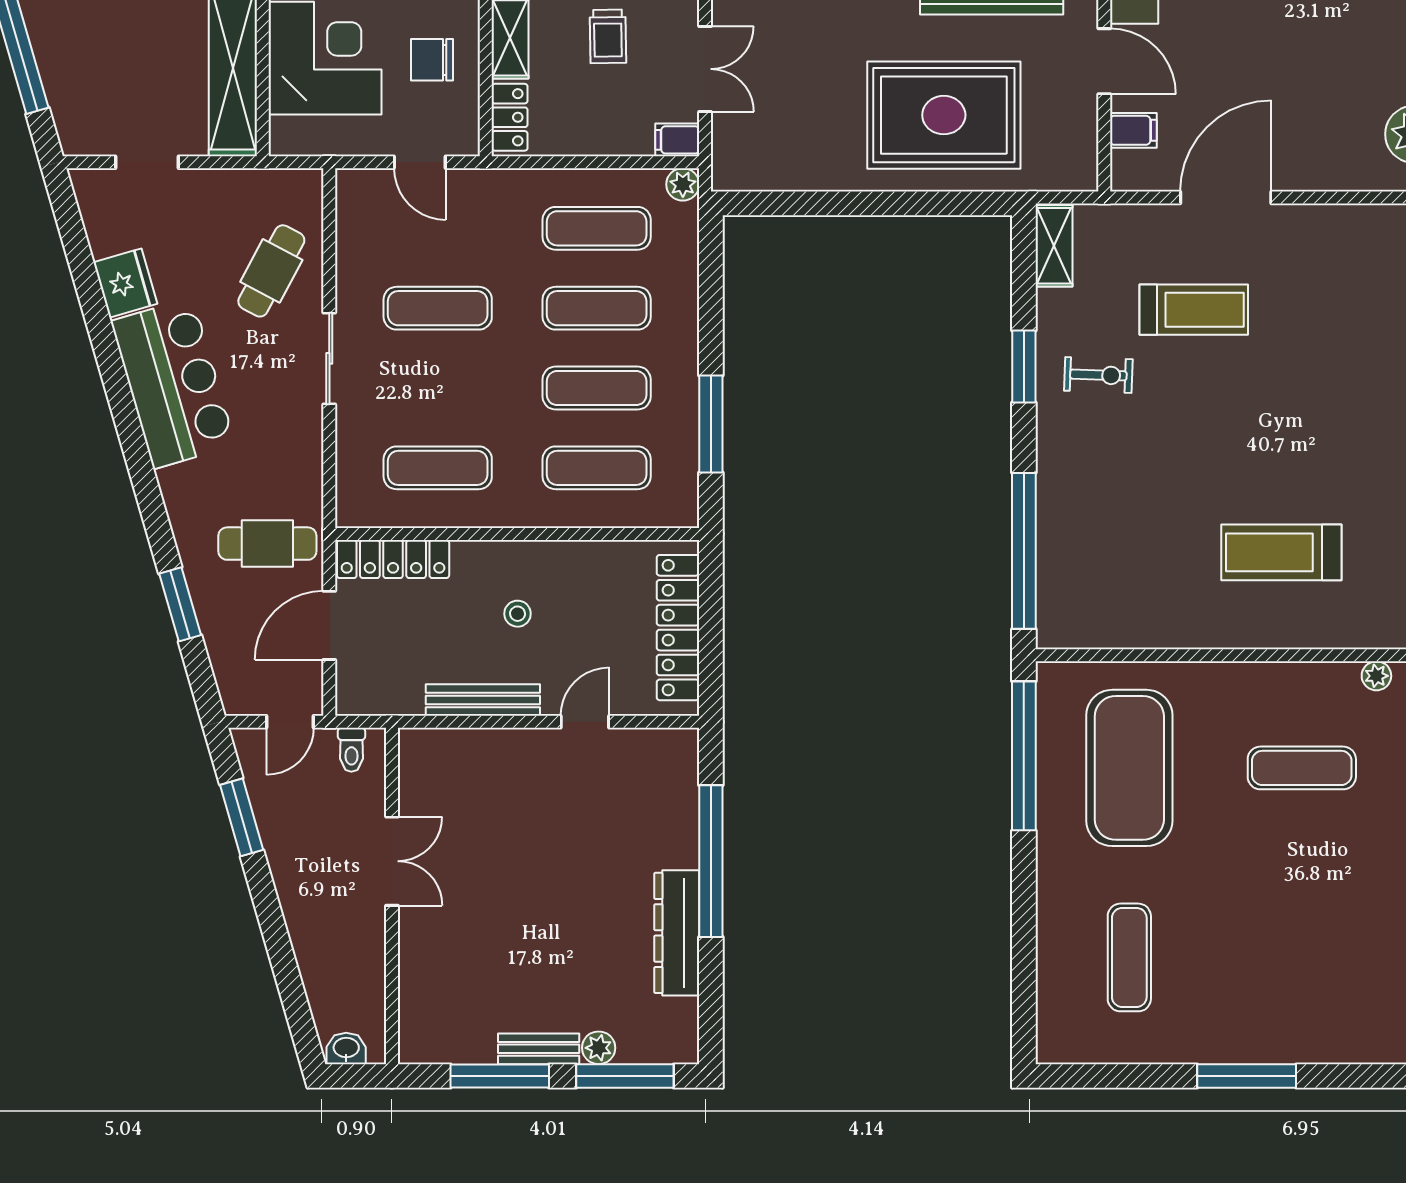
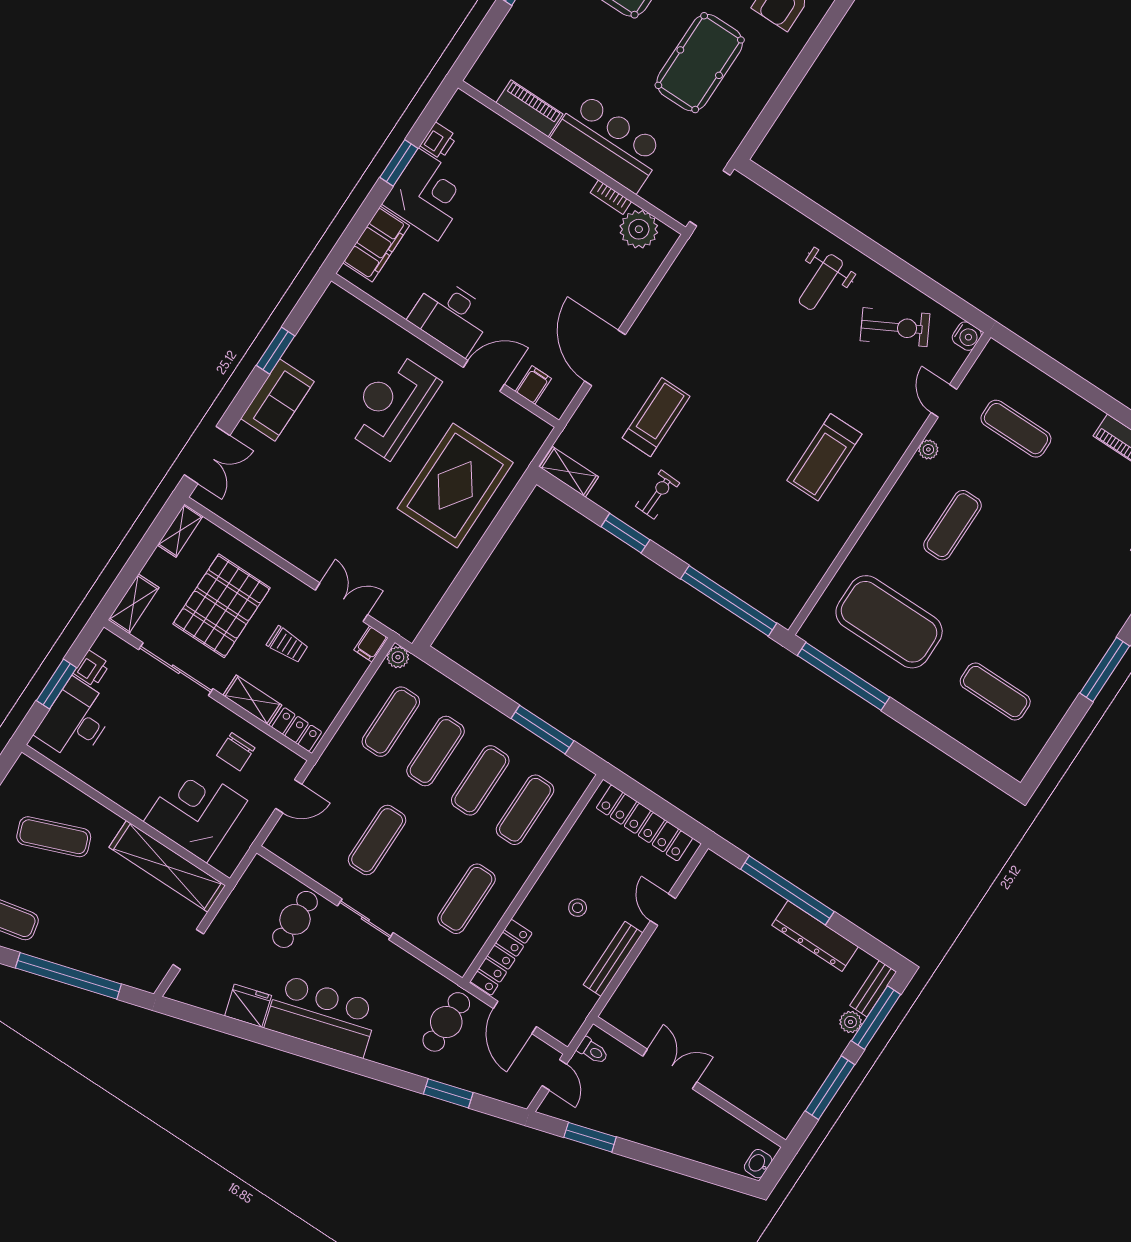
cafe table: (271, 271) -> (295, 919), turned 62
bench: (539, 1049) -> (873, 989), moved

